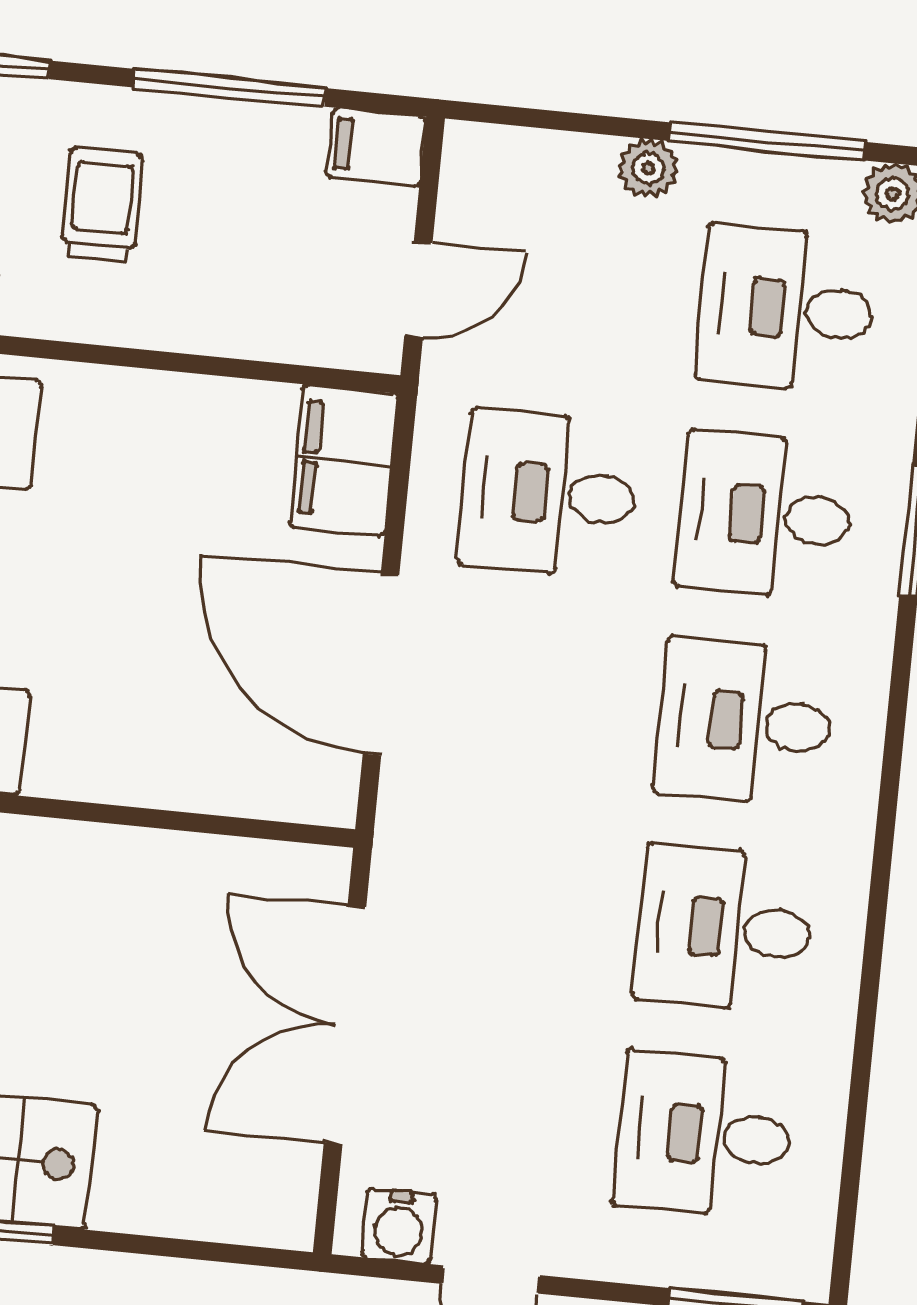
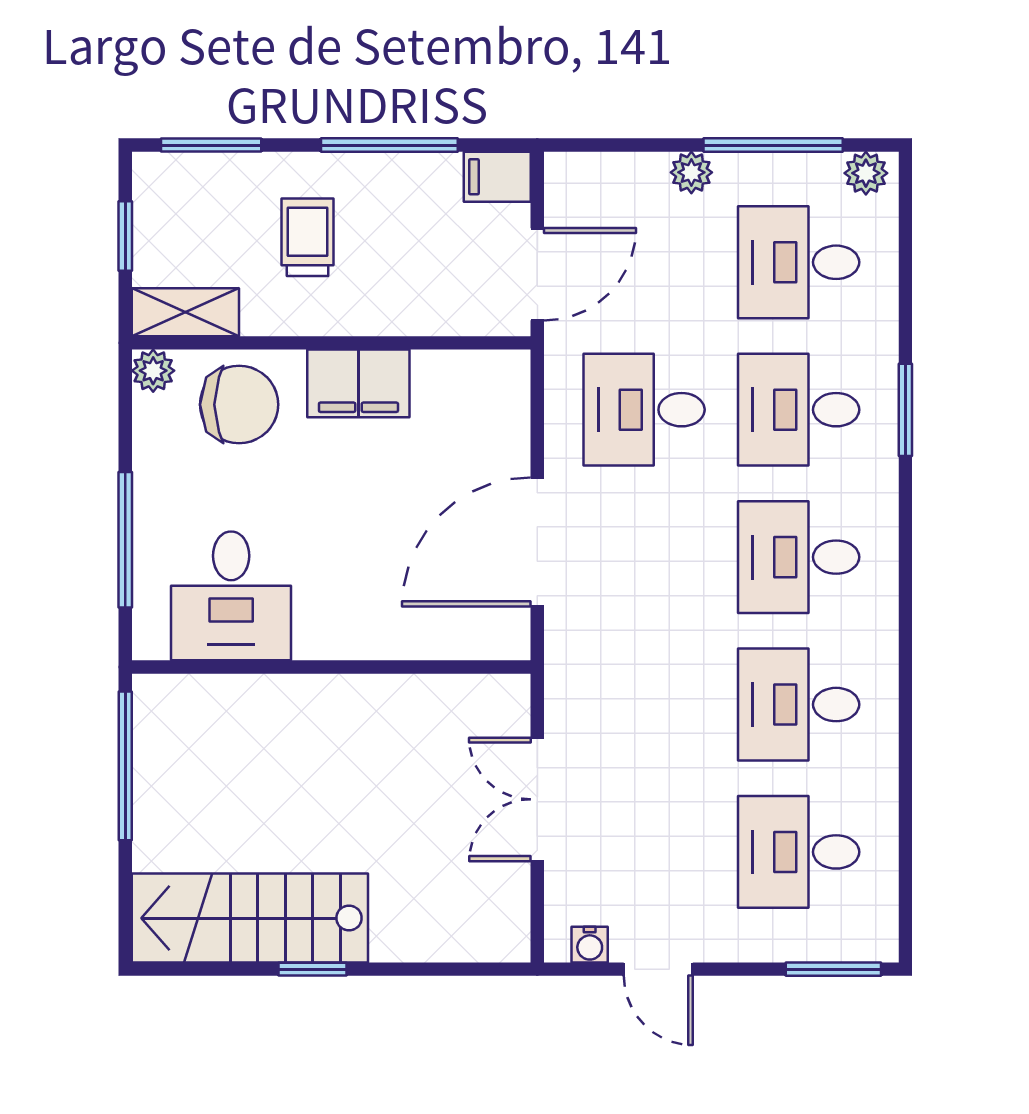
door: (418, 289) -> (537, 274), width x1.38
filing cabinet: (344, 460) -> (358, 383), moved, turned -90
door: (381, 664) -> (537, 542), hinge flipped
double door: (345, 1025) -> (537, 799), width x0.73
water cooler: (399, 1226) -> (590, 945), width x0.72, depth x0.72

